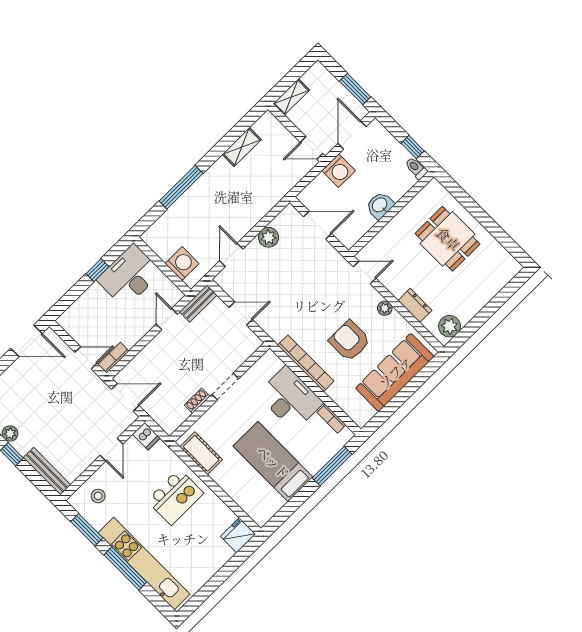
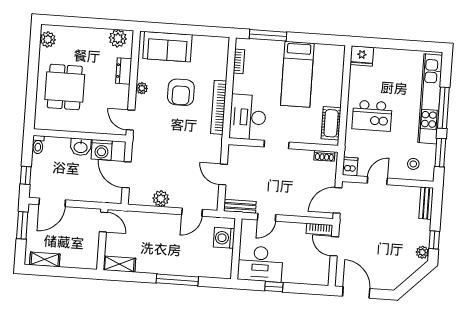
shelving: (291, 97) -> (45, 259), moved
wall: (296, 133) -> (102, 239), moved
window: (413, 147) -> (26, 175), moved
door: (311, 148) -> (103, 222), moved
washing machine: (339, 171) -> (102, 150), moved, turned 180
plant: (505, 261) -> (48, 39), added
sofa: (395, 372) -> (167, 47), width x0.73
door: (125, 397) -> (338, 200), hinge flipped
desk: (290, 399) -> (248, 117), moved
shoe rack: (197, 401) -> (324, 156), moved
bench: (47, 471) -> (426, 203), width x0.73
kitchen island: (175, 497) -> (372, 116), turned 180

